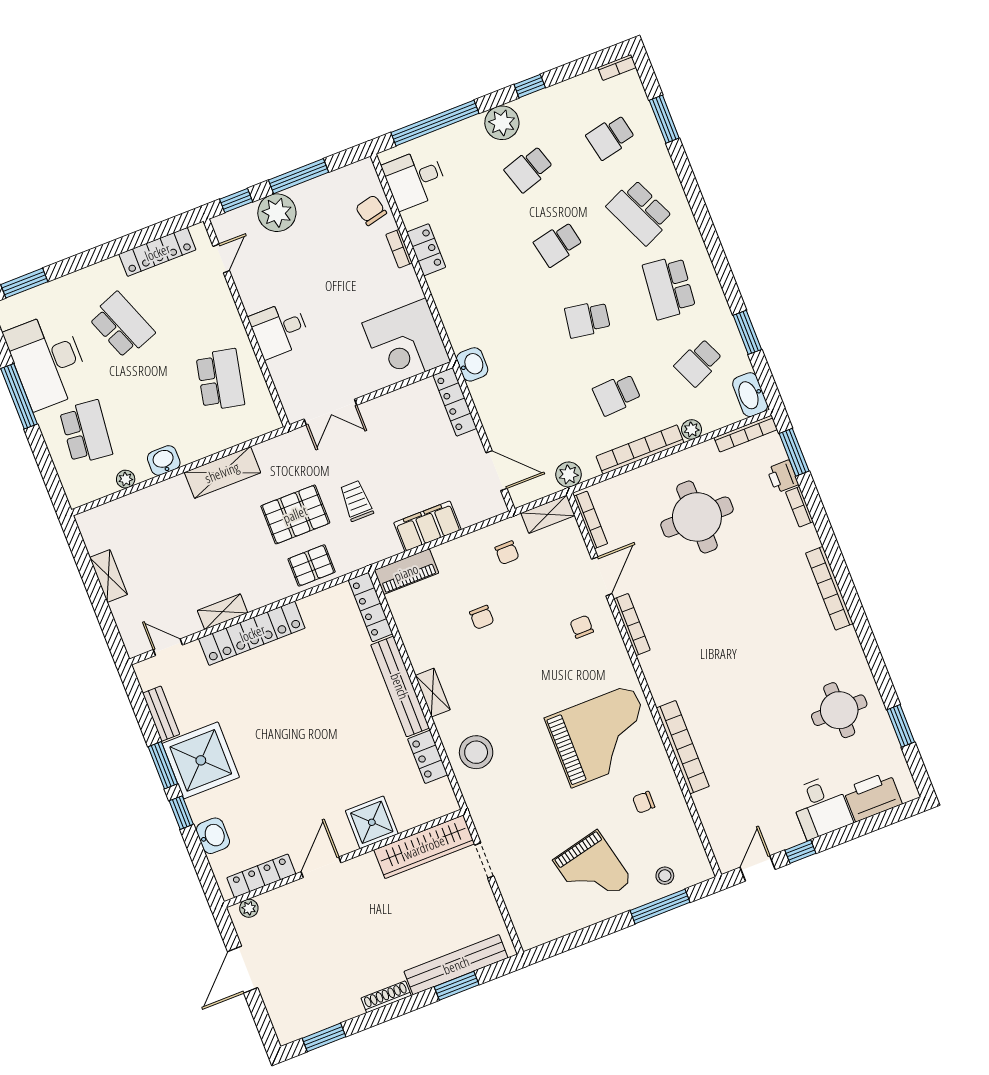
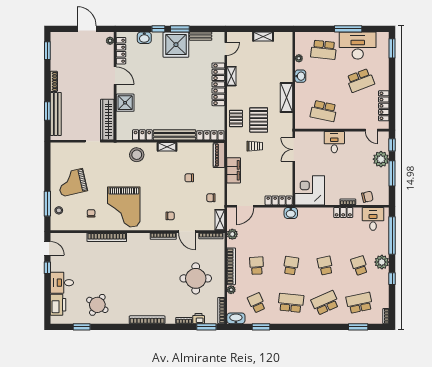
school desk: (611, 137) -> (359, 303), width x1.85
round table: (839, 710) -> (97, 305), turned 32

